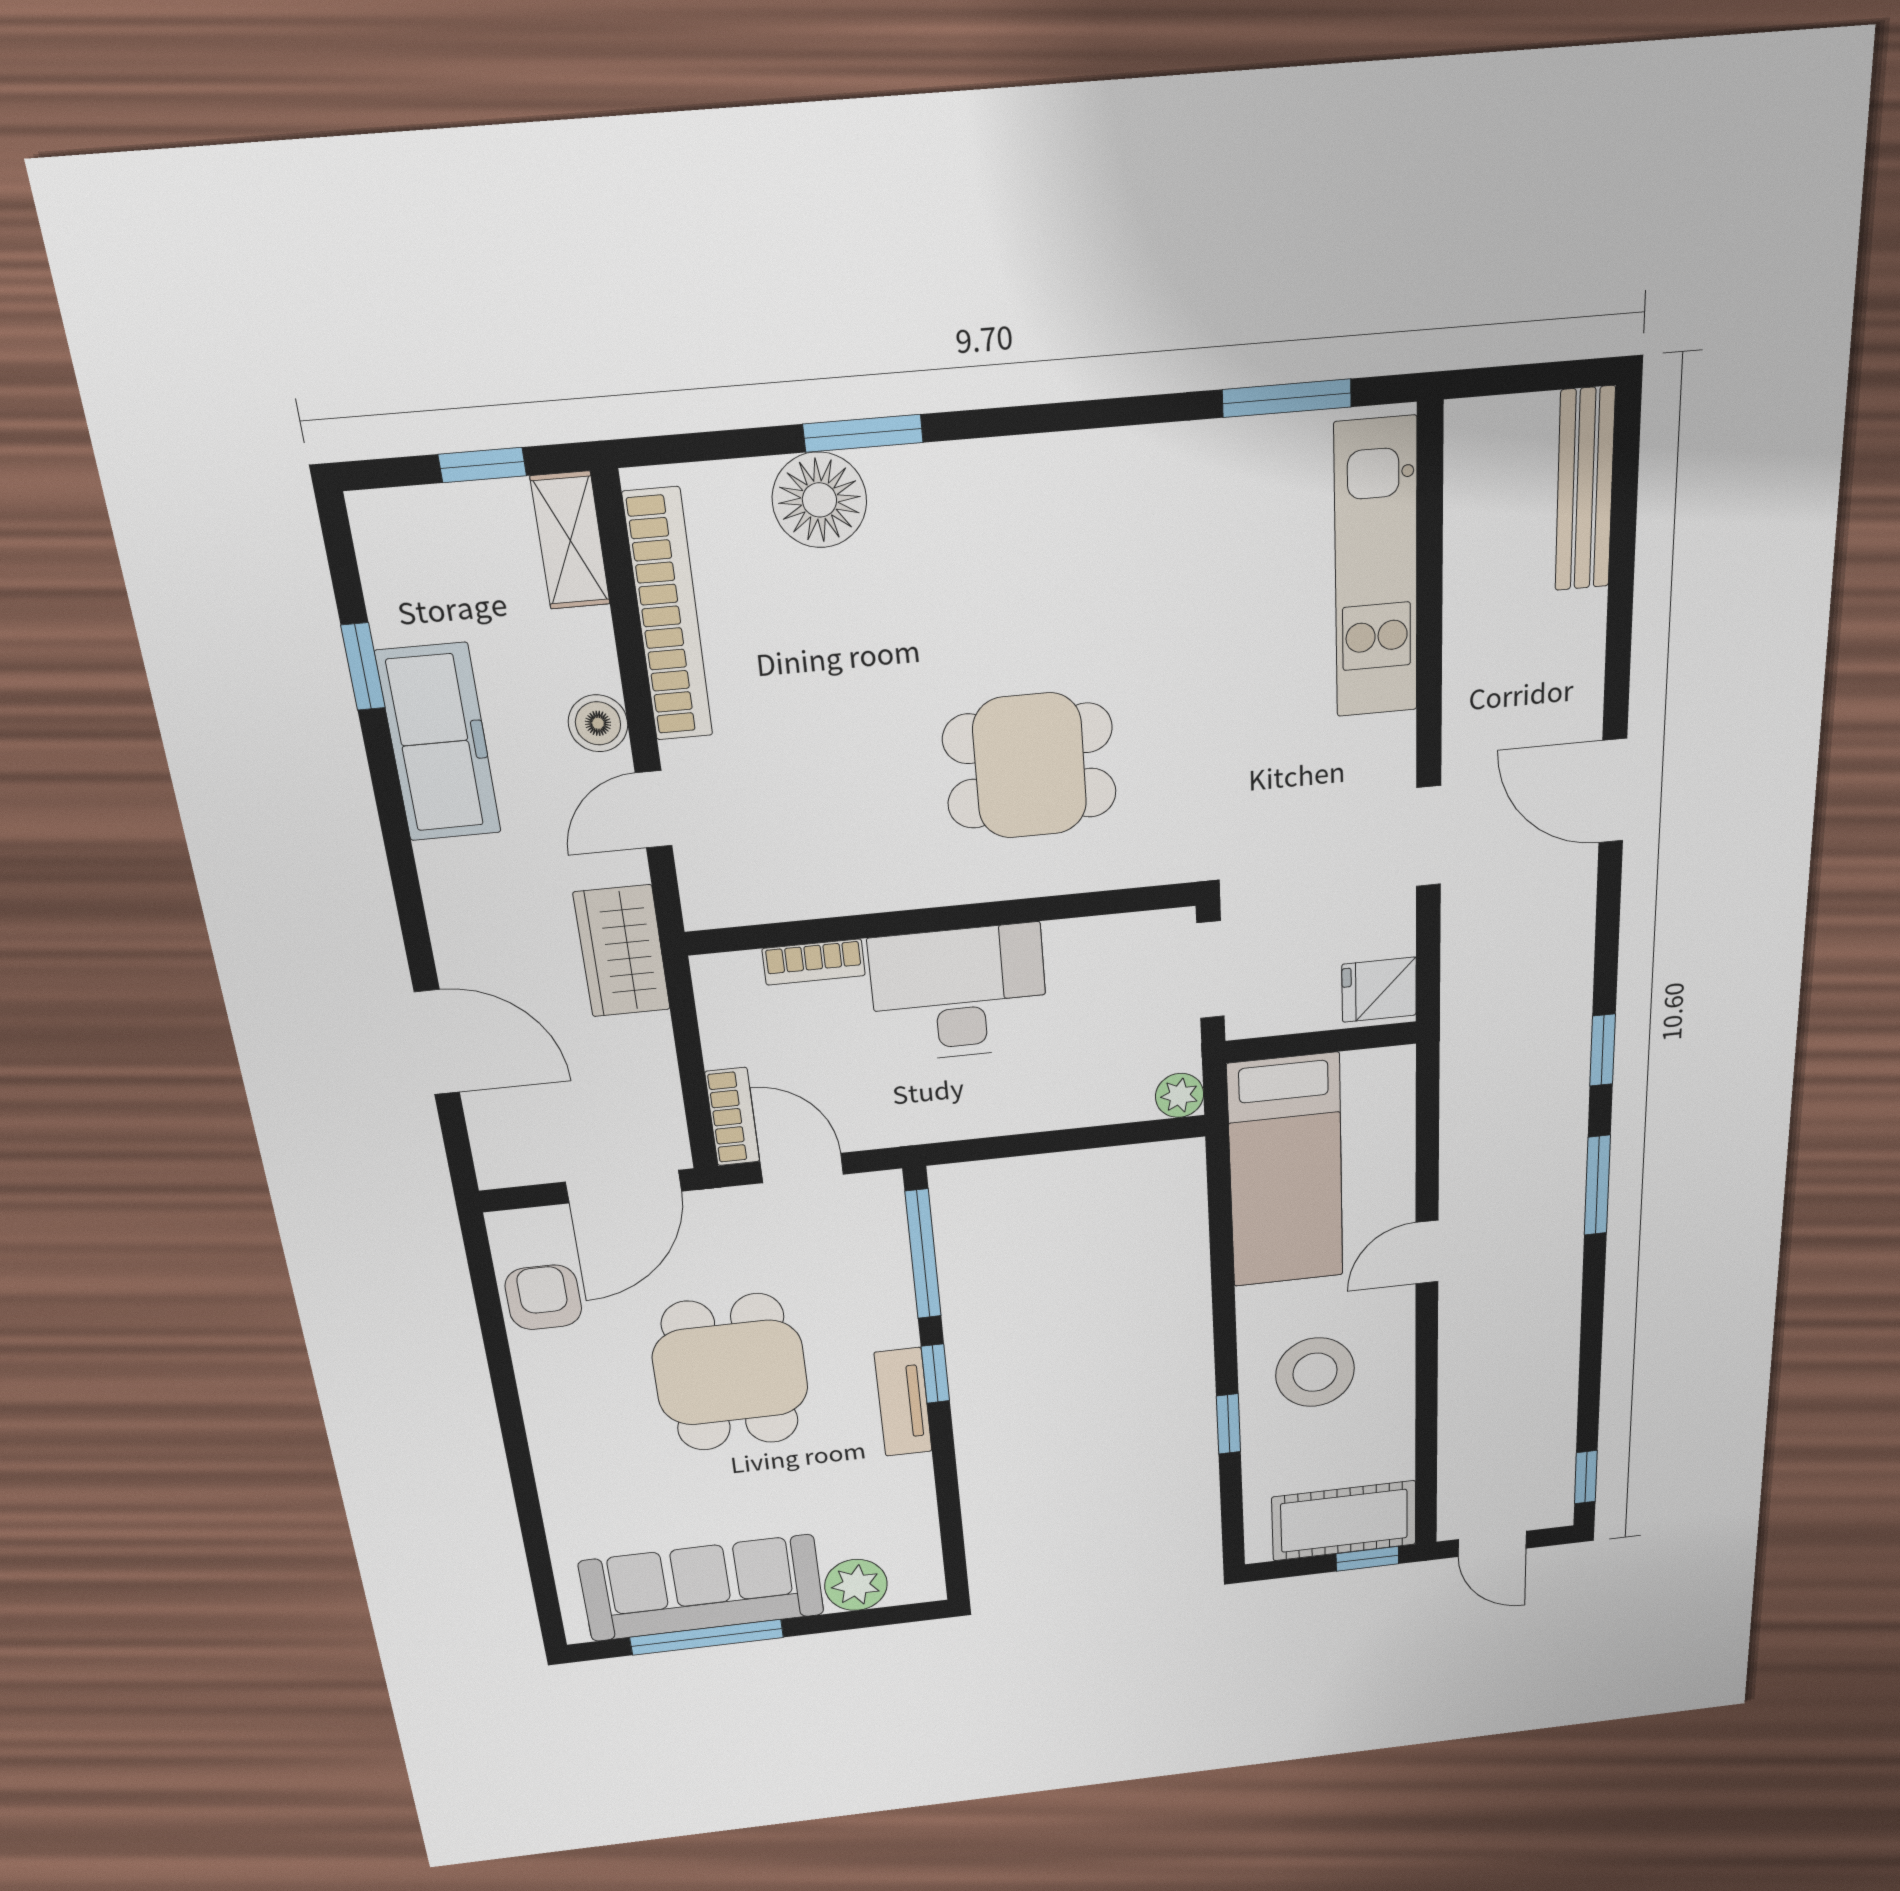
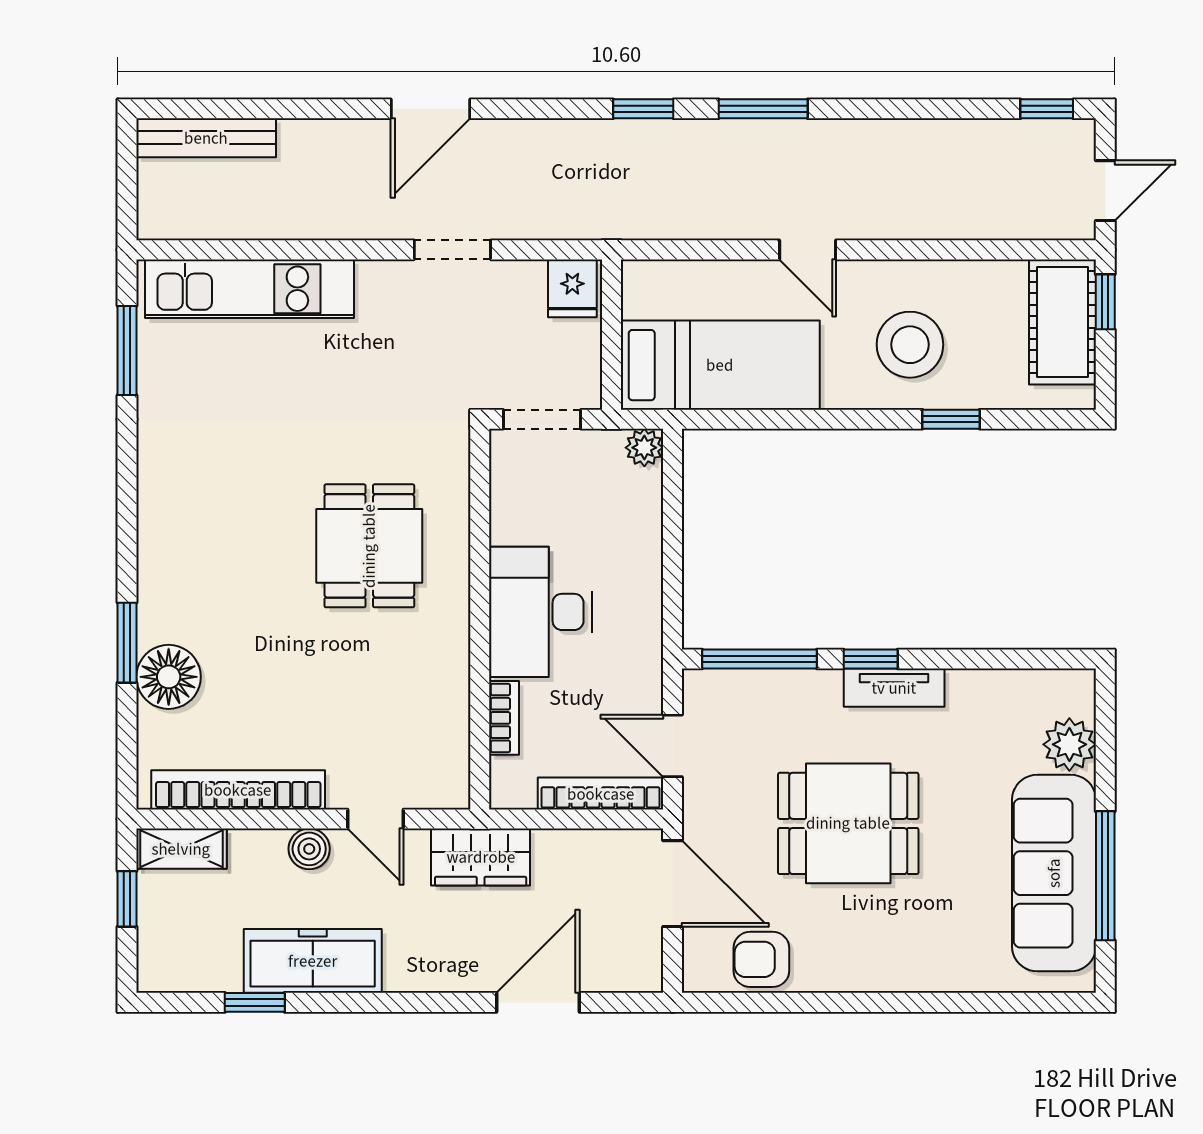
bookcase: (732, 1117) -> (601, 794), width x1.56
door: (802, 1168) -> (673, 746), hinge flipped

